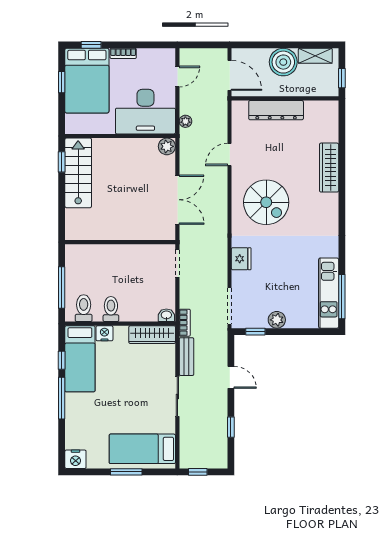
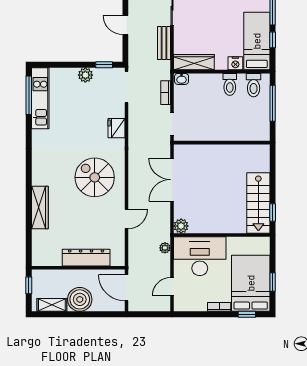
bookcase: (185, 323) -> (166, 93), moved

